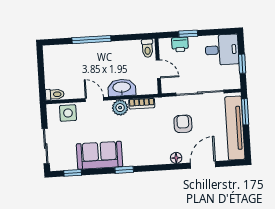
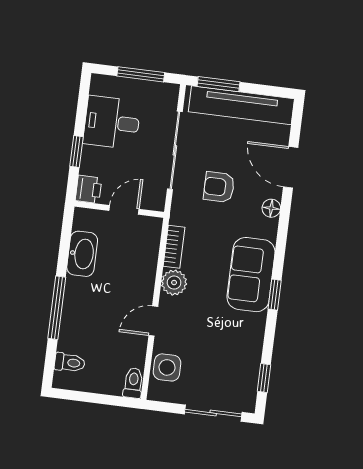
printer: (180, 44) -> (89, 189), moved
toilet: (147, 48) -> (70, 363), moved
desk: (222, 50) -> (112, 123), moved, turned -90
window: (242, 64) -> (141, 74), width x1.50
washbasin: (122, 88) -> (82, 254), moved, turned 180
sofa: (100, 155) -> (251, 275), moved

